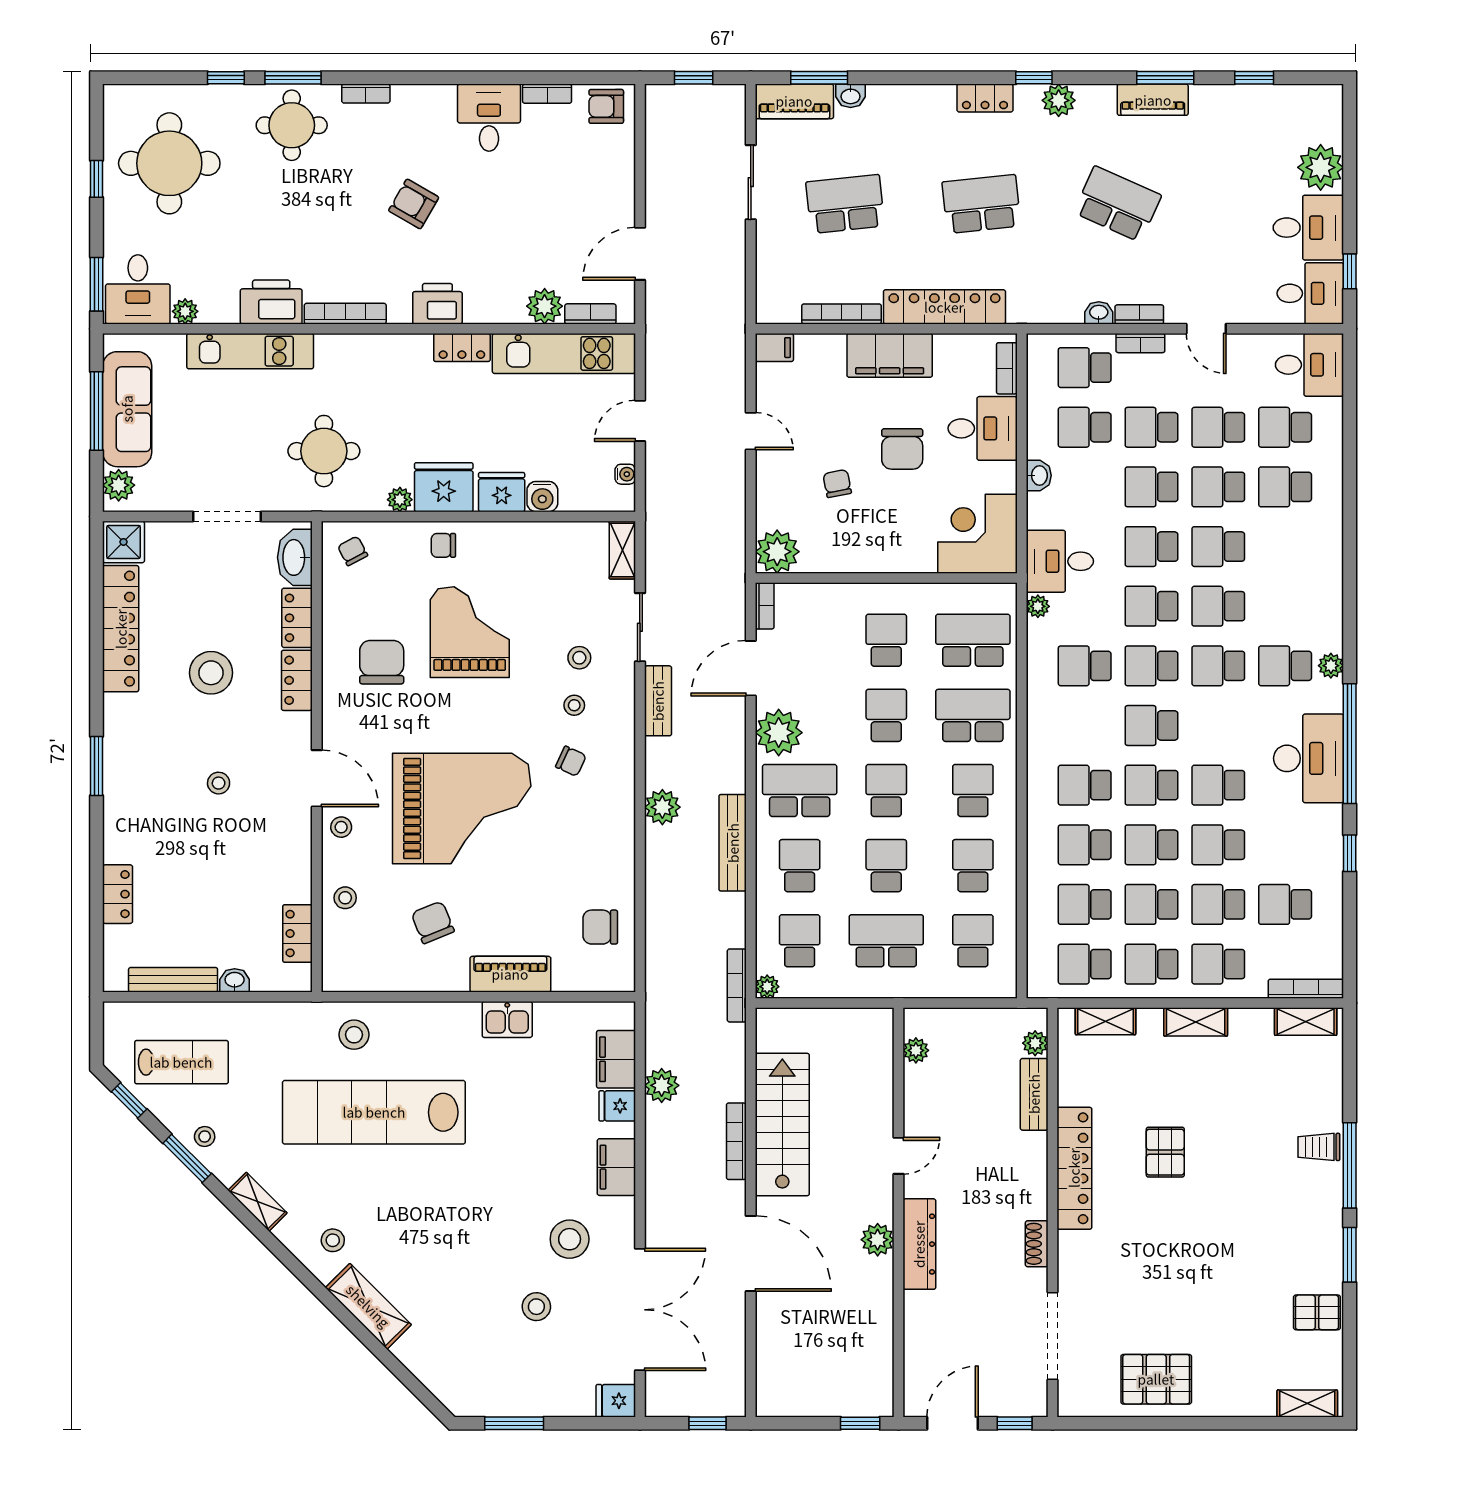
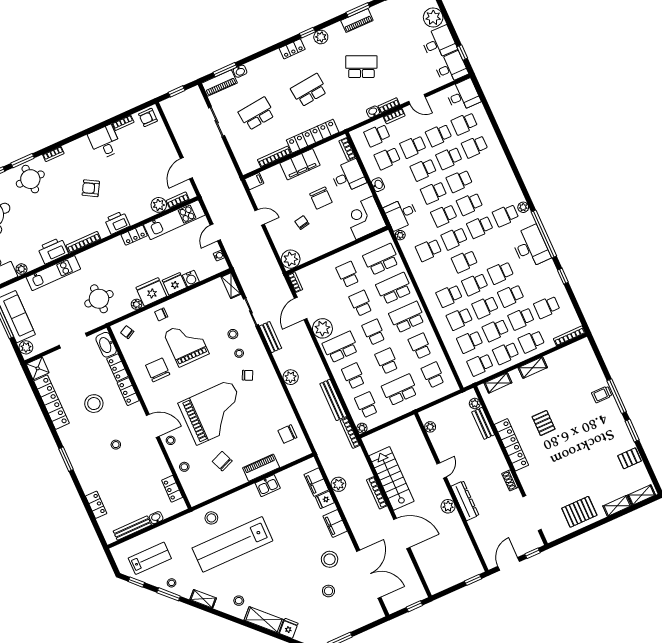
school desk: (973, 791) -> (407, 317), width x1.85
bench: (733, 843) -> (333, 400), moved
shelving: (1306, 1022) -> (617, 506), moved
fridge: (616, 1401) -> (289, 628), moved, turned 135

